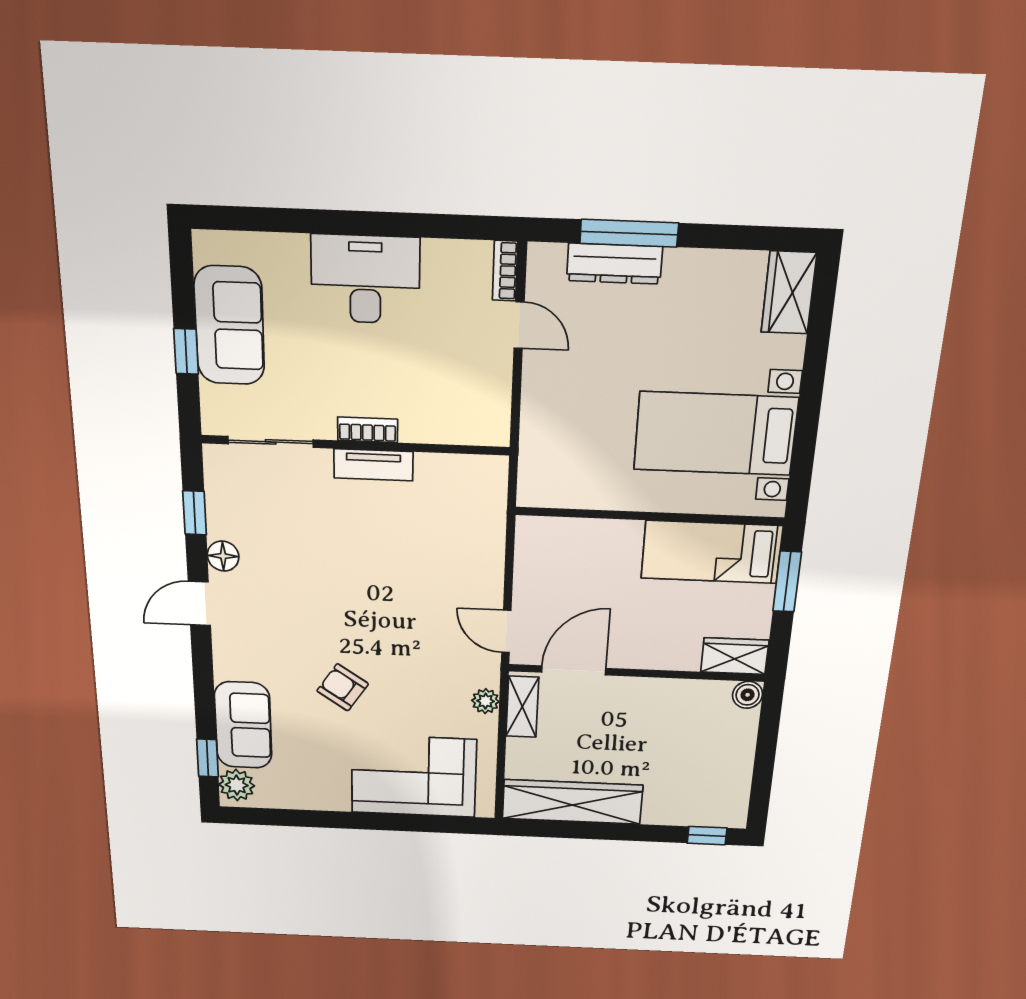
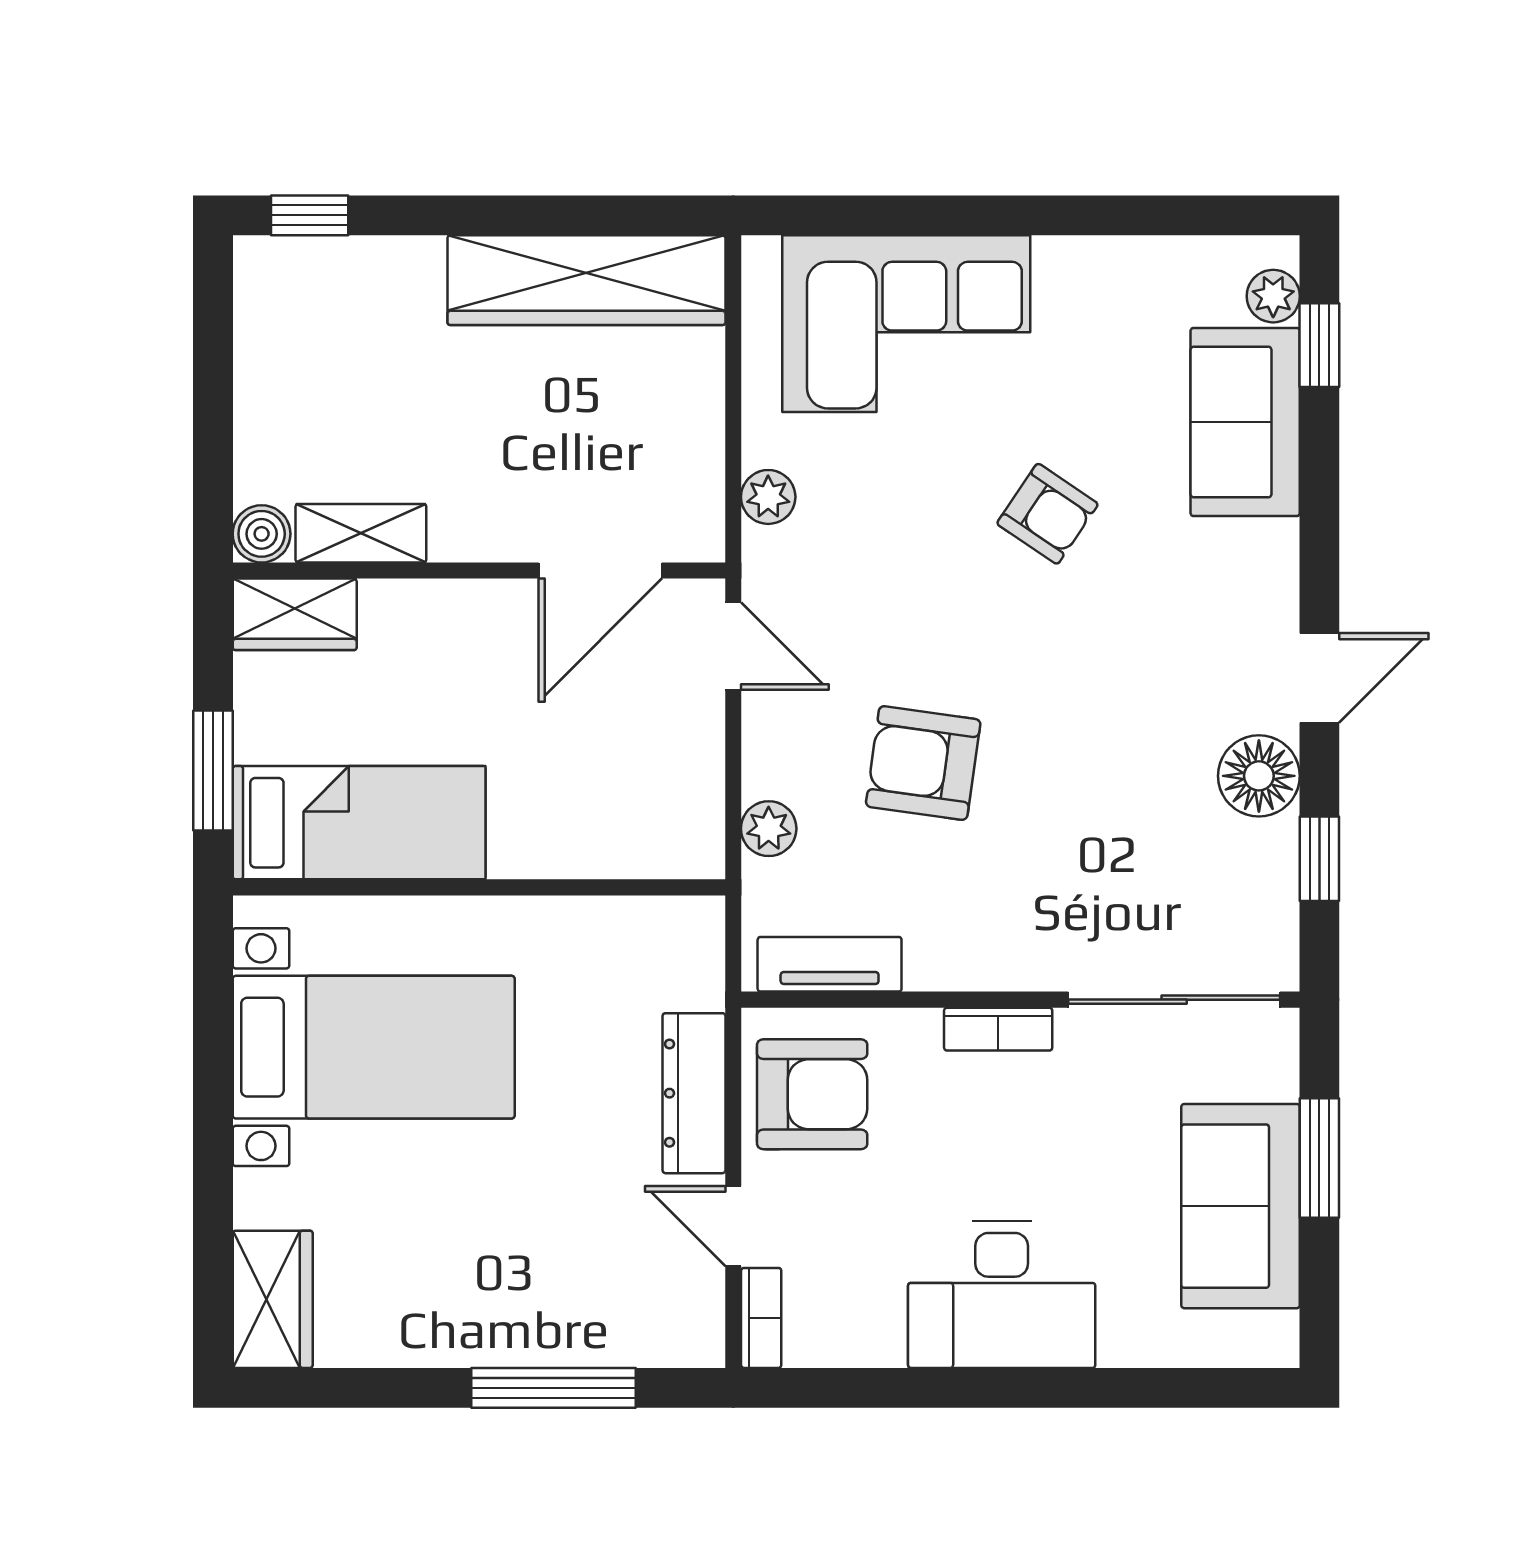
dresser: (614, 264) -> (694, 1093), moved, turned -90
window: (186, 351) -> (1319, 1158), width x1.50
armchair: (472, 398) -> (812, 1094), added
sliding door: (271, 442) -> (1174, 1000), width x1.37
tv unit: (373, 465) -> (830, 964), moved
plant: (491, 540) -> (769, 829), added
floor lamp: (223, 556) -> (1259, 776), width x1.38, depth x1.38
armchair: (408, 570) -> (923, 763), added
shelving: (522, 707) -> (361, 533), moved, turned 90
plant: (237, 785) -> (1273, 296), width x0.73, depth x0.73

